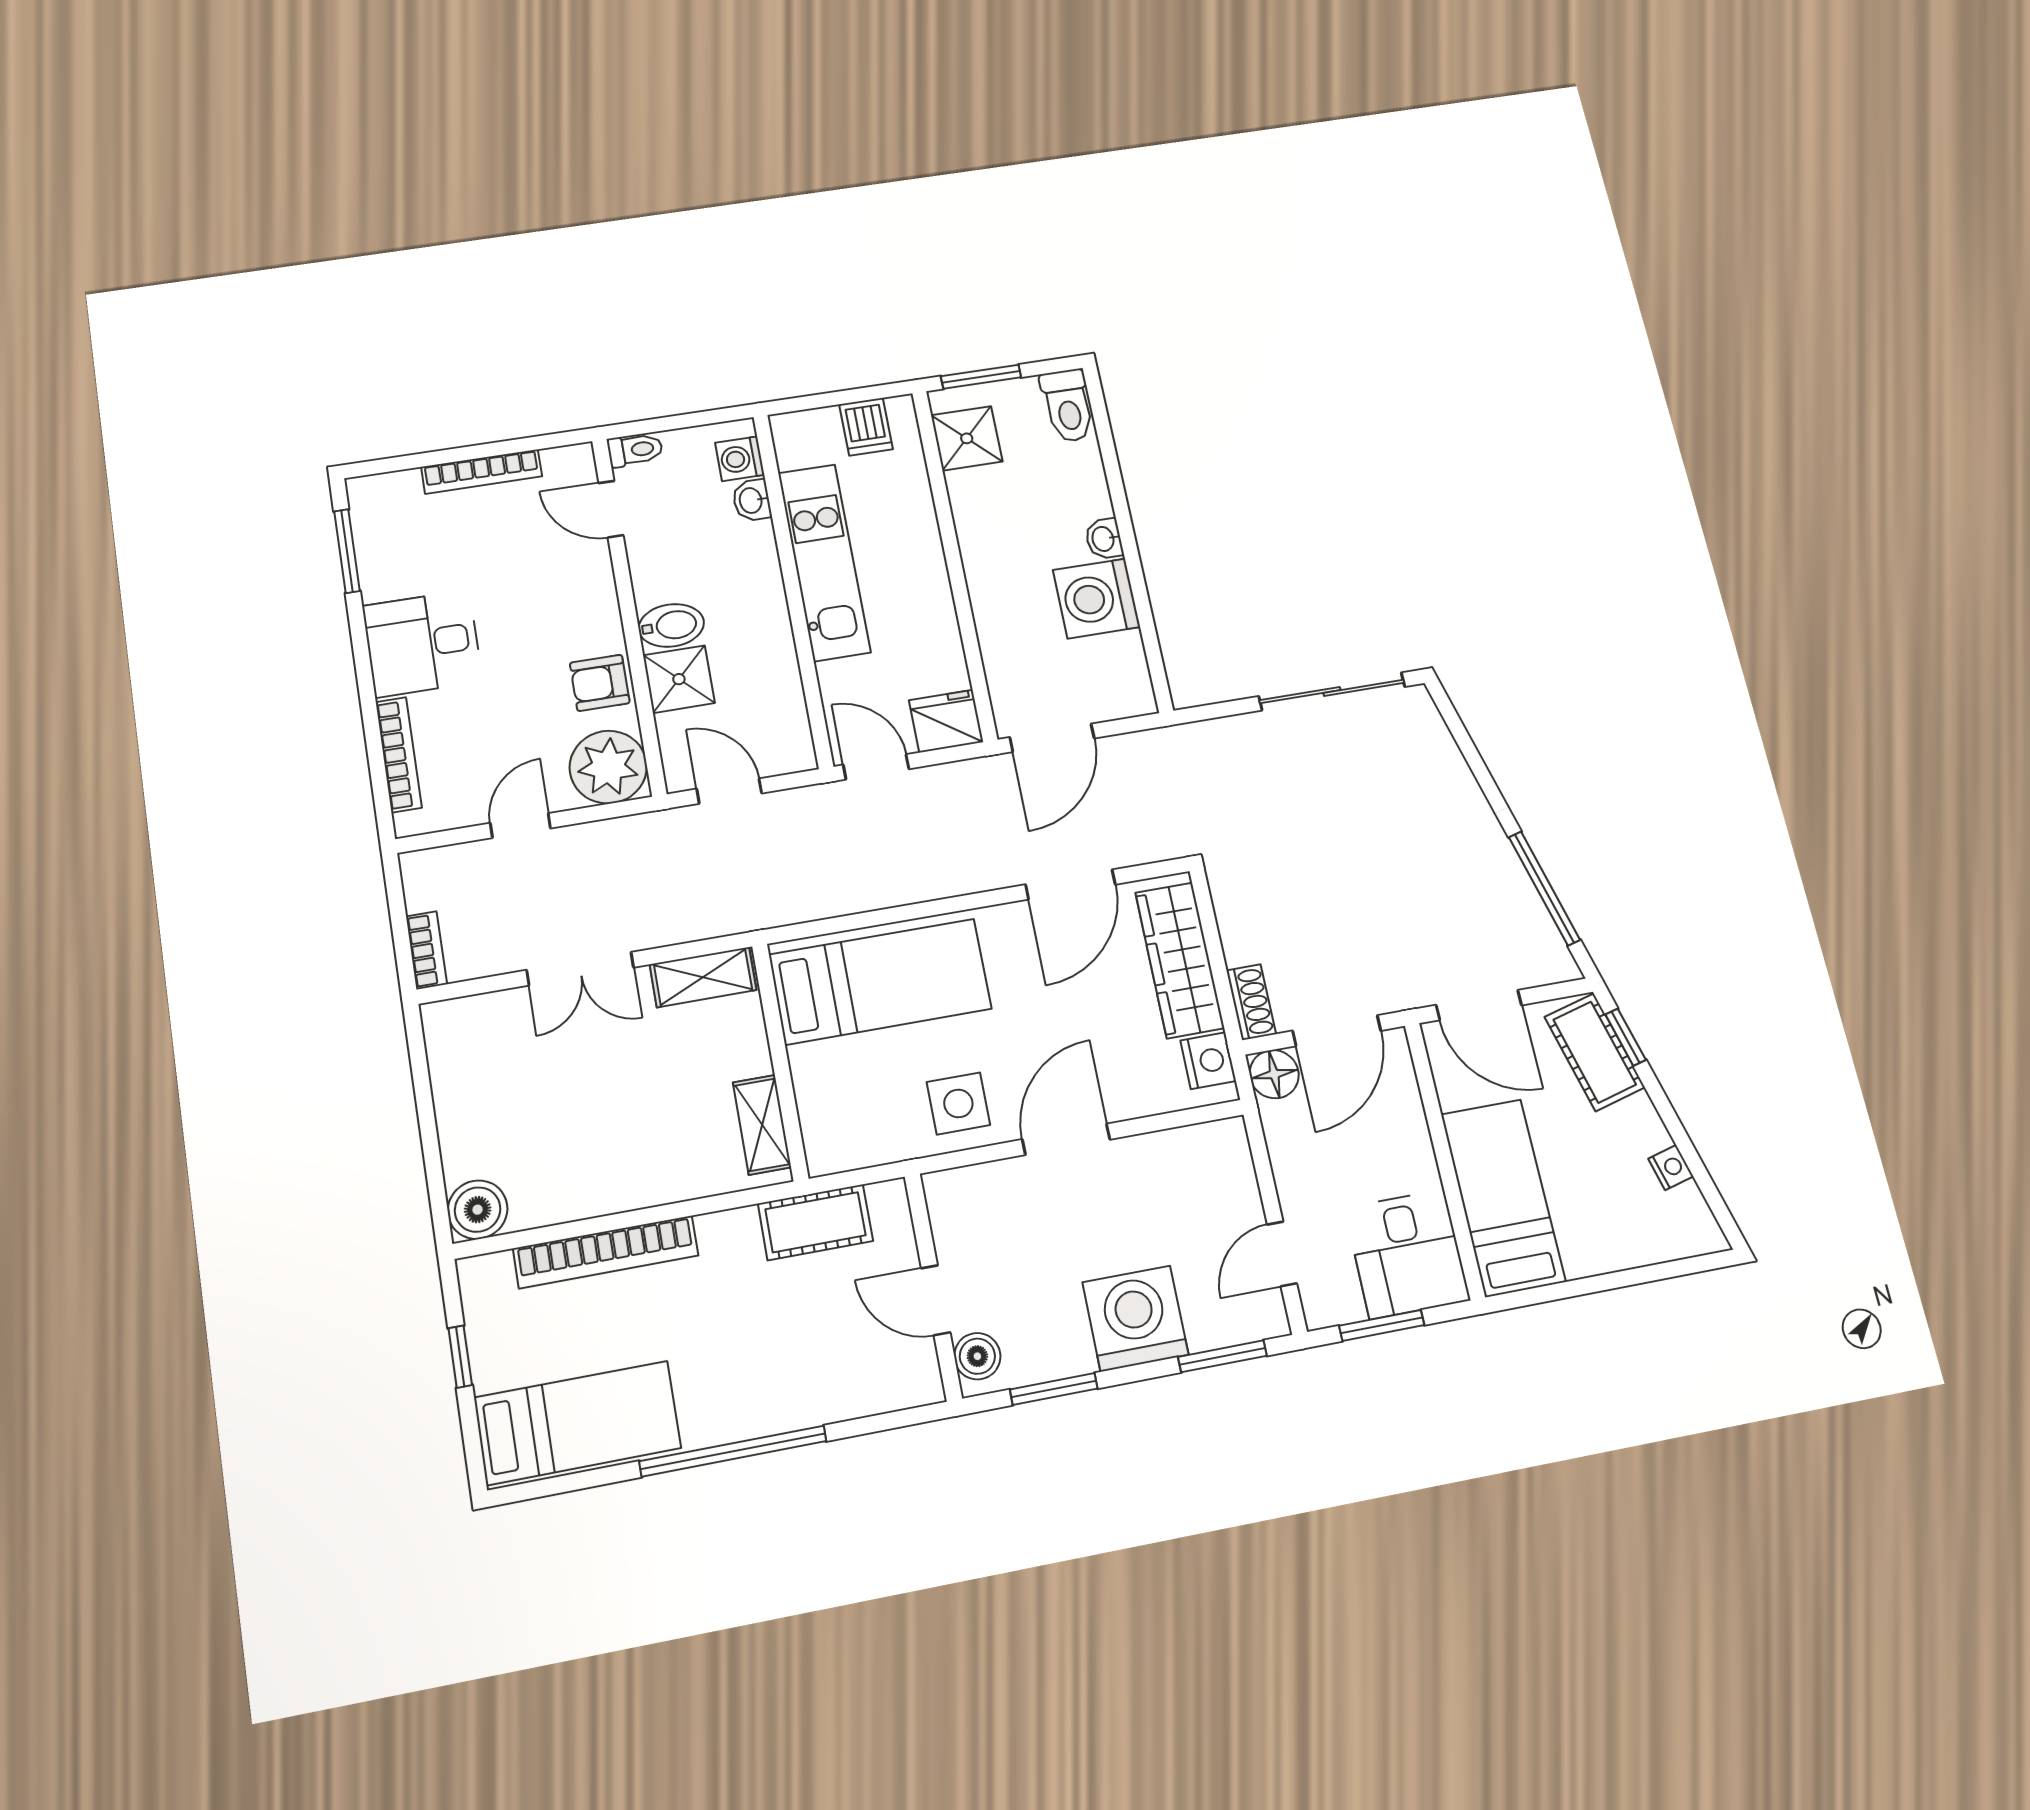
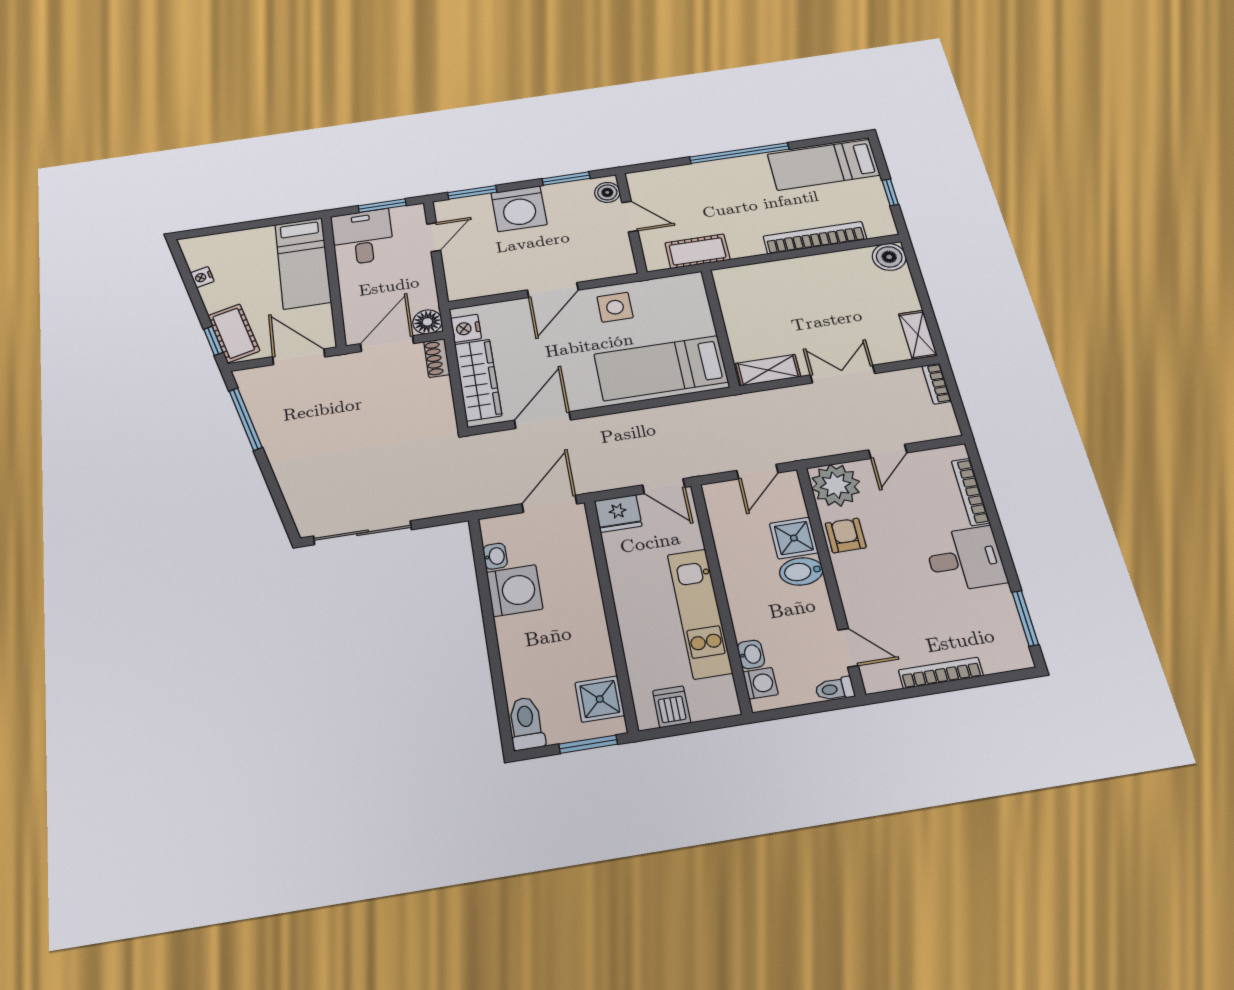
washbasin: (1104, 539) -> (495, 556), moved
armchair: (600, 683) -> (846, 535), turned -90
door: (729, 791) -> (757, 472), hinge flipped
shelving: (762, 1125) -> (918, 335), moved

